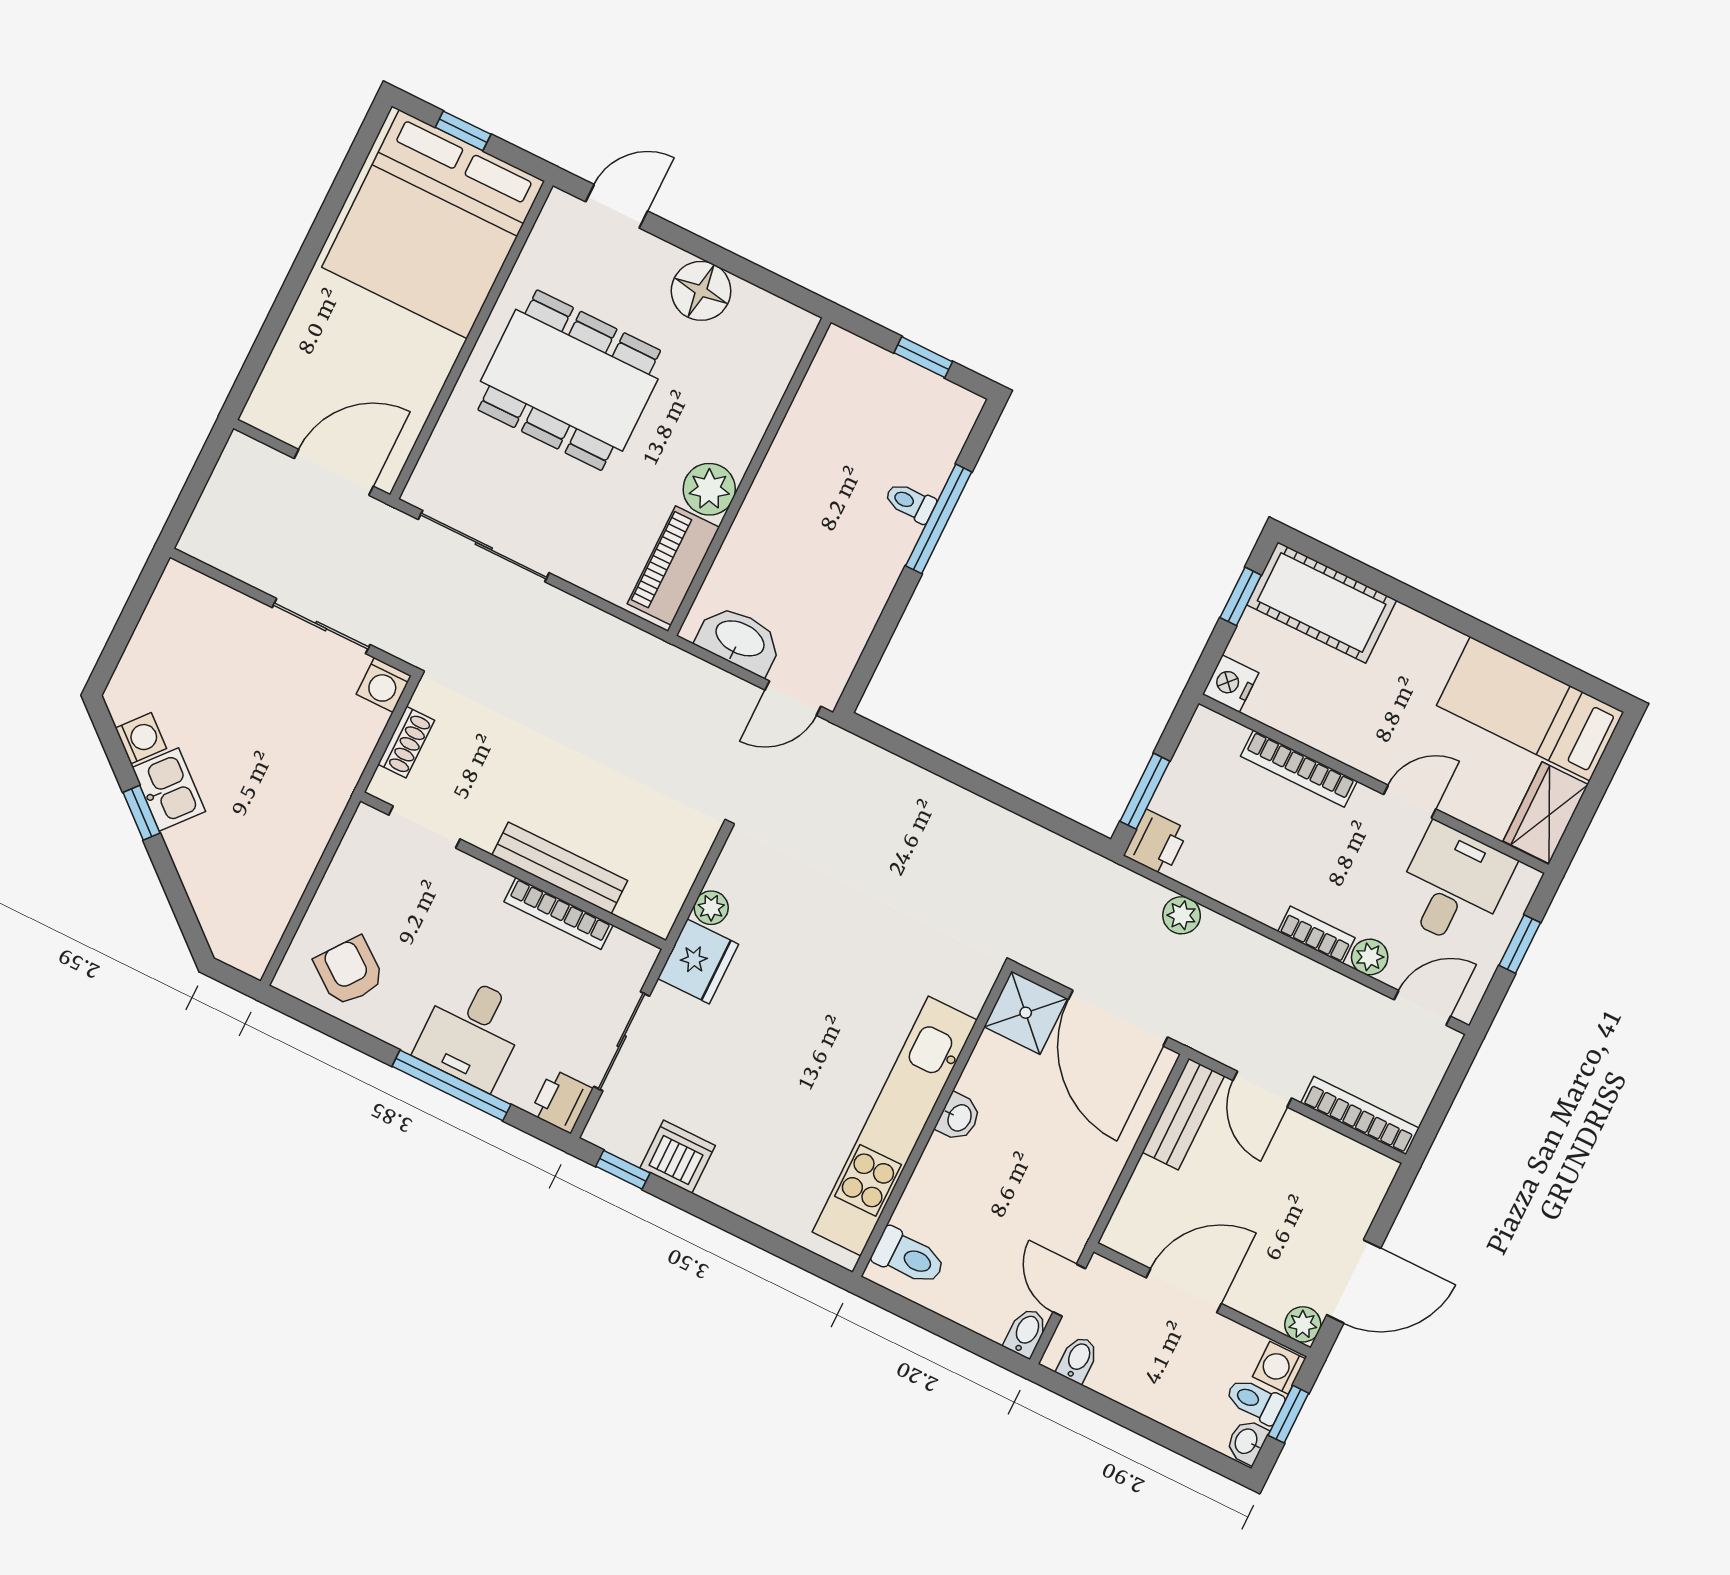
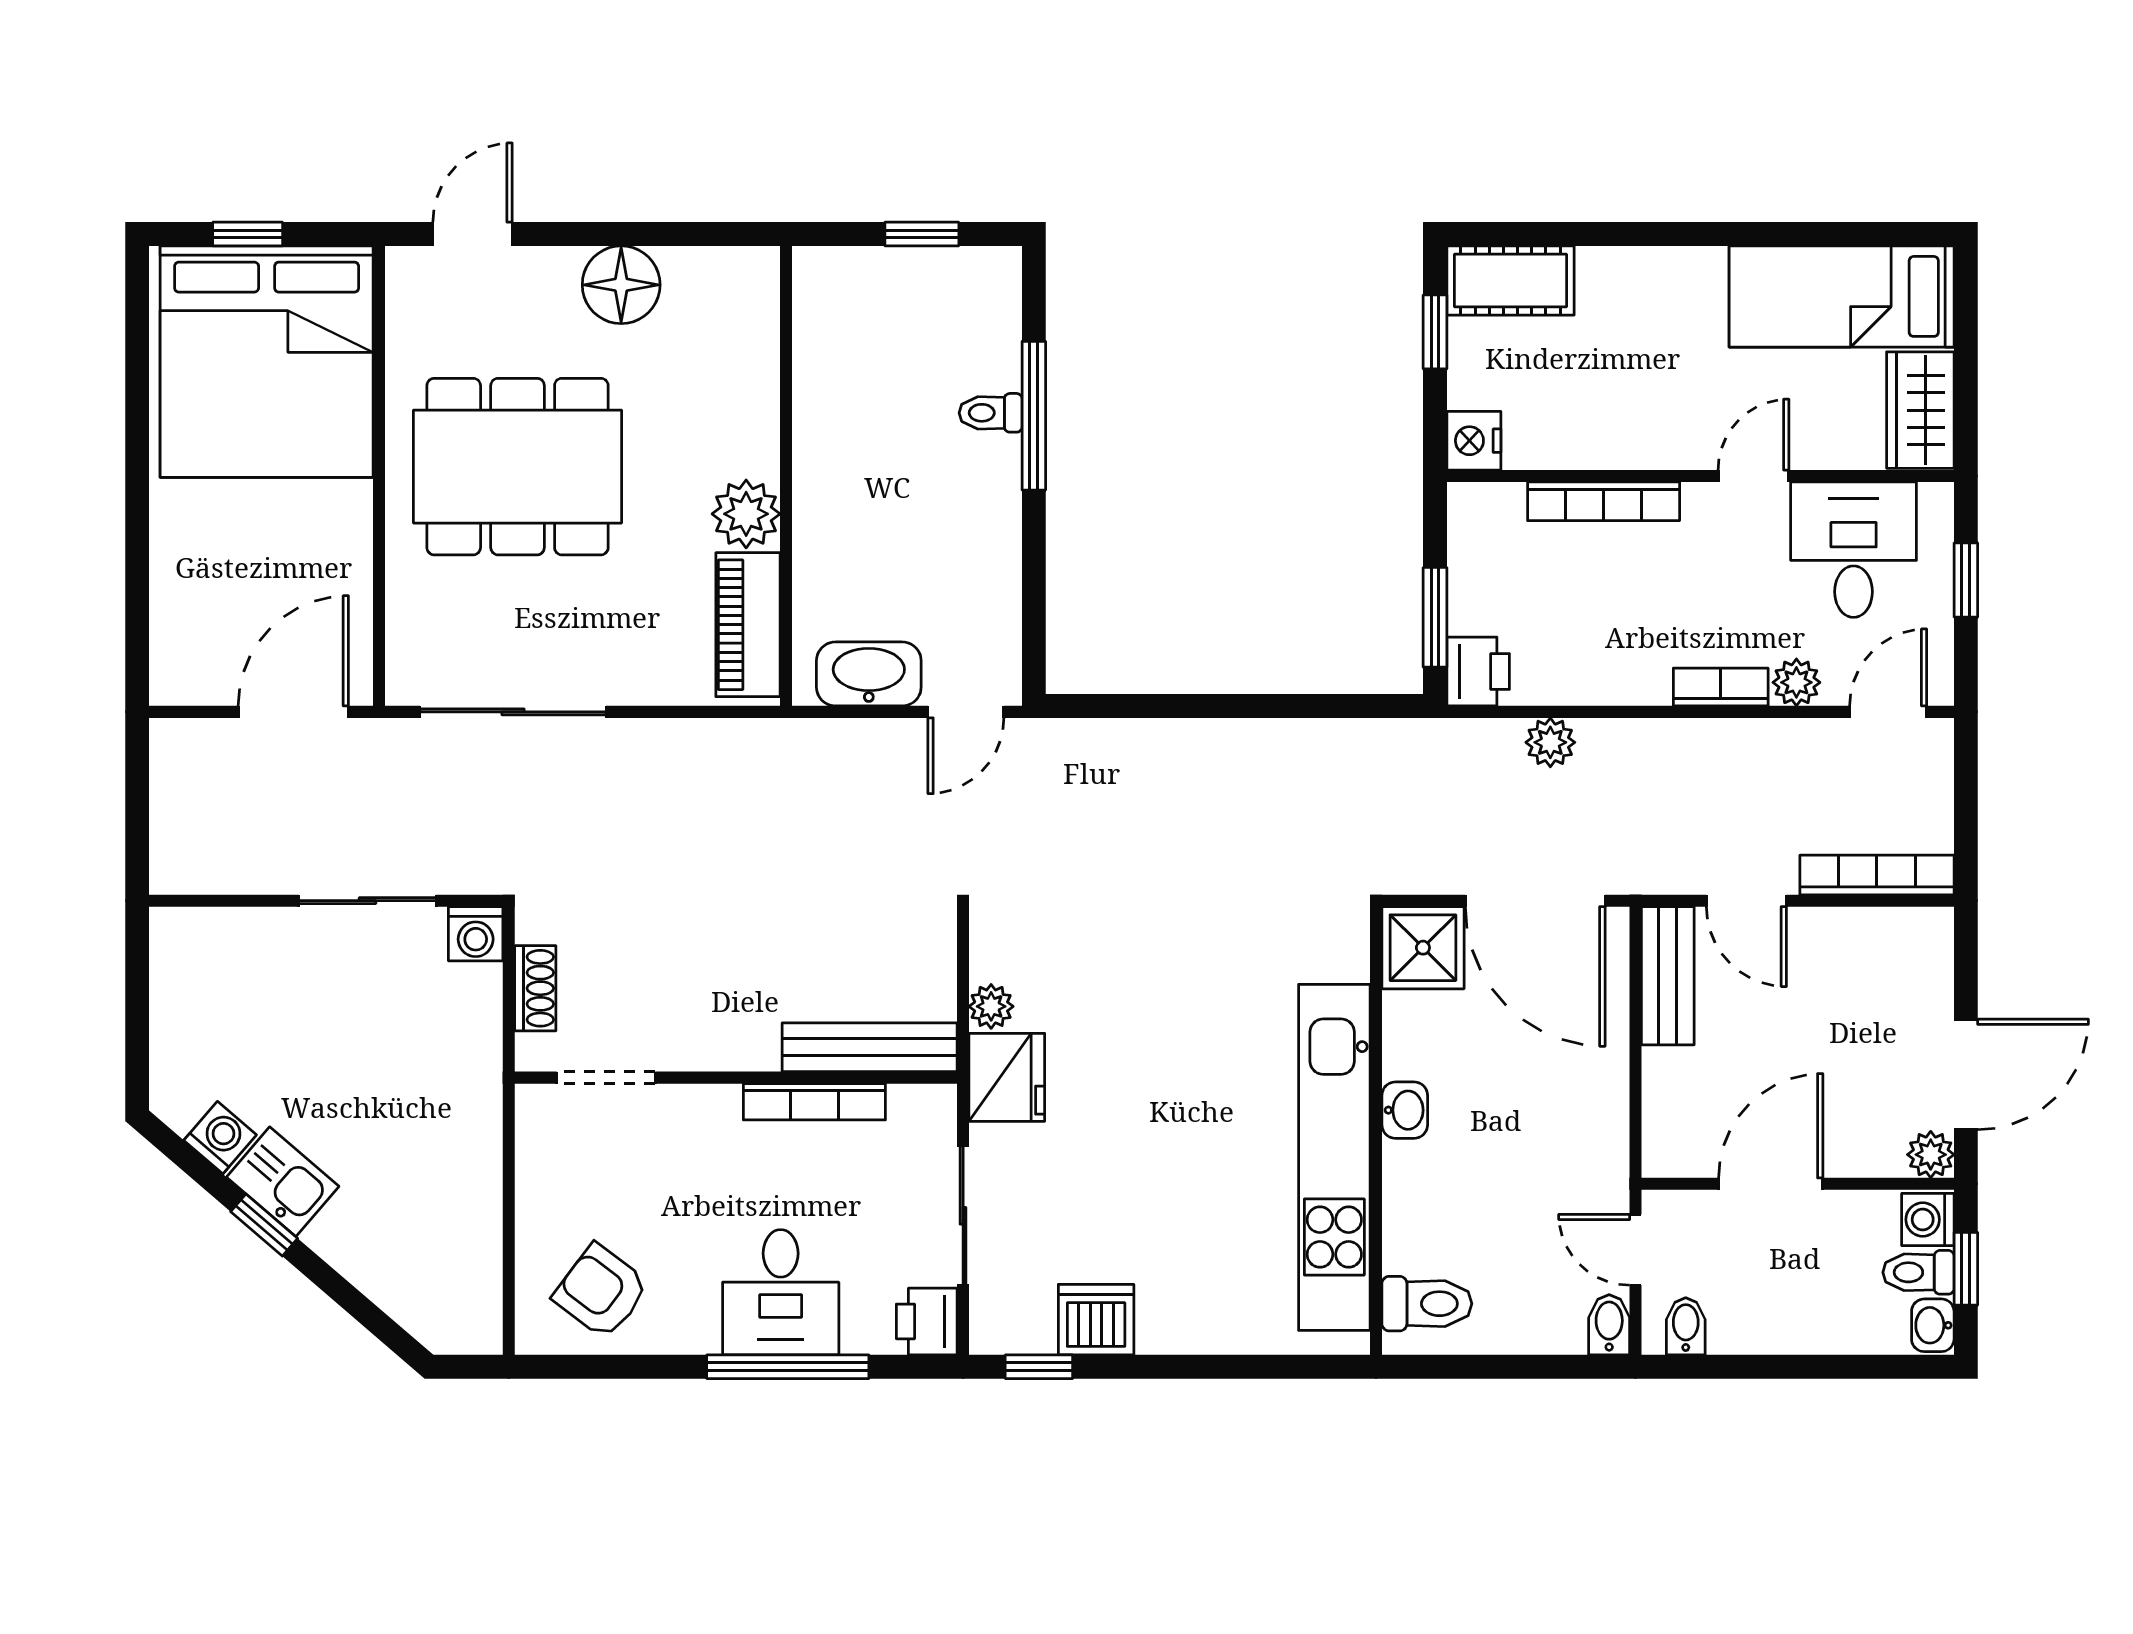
cot: (1322, 603) -> (1510, 280), width x0.73, depth x0.75
bench: (560, 868) -> (870, 1047), moved

